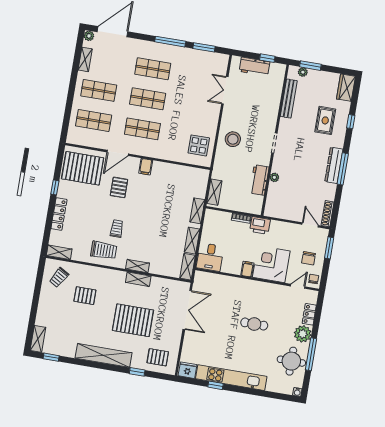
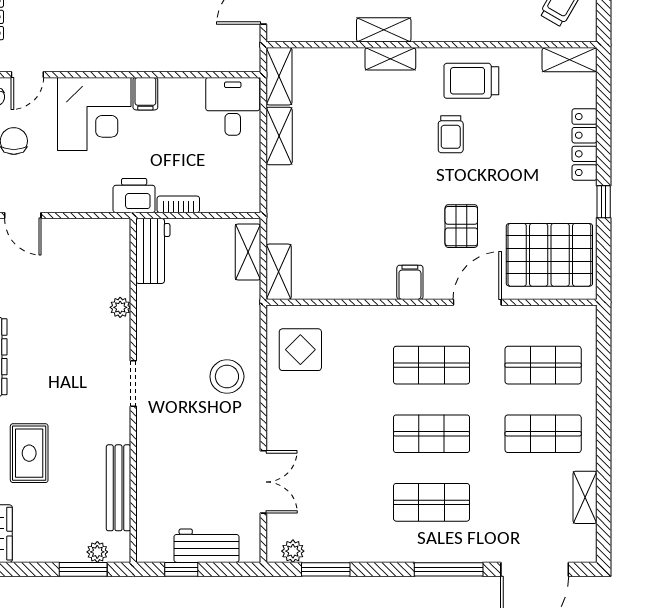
plant: (89, 36) -> (293, 551), moved
window: (170, 42) -> (449, 569), moved
workbench: (259, 180) -> (153, 251), moved
shelving: (197, 211) -> (279, 272), moved

